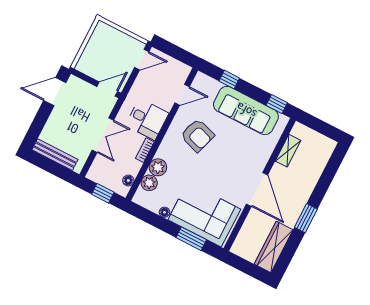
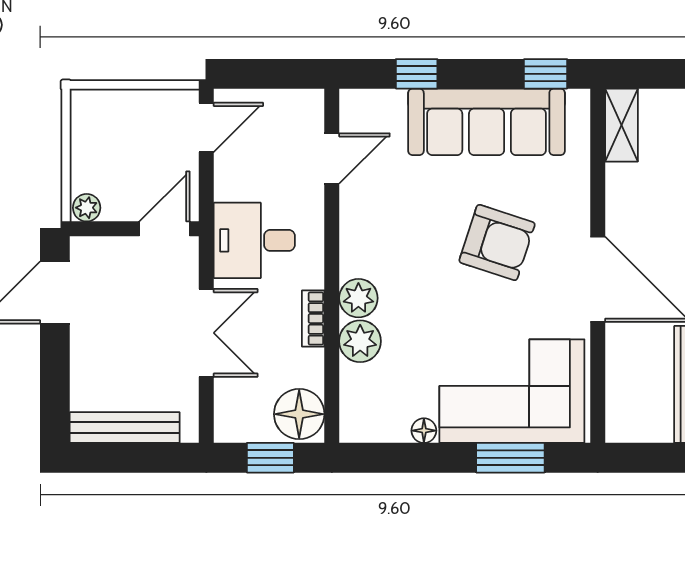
plant: (82, 66) -> (87, 208), added
desk: (147, 119) -> (254, 240), moved, turned 180
armchair: (197, 135) -> (497, 242), moved
shelving: (288, 151) -> (621, 125), moved
floor lamp: (128, 180) -> (299, 414), width x1.89, depth x1.89
plant: (149, 183) -> (358, 298), moved

